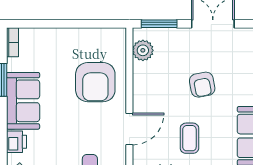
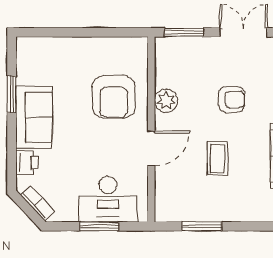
bookcase: (12, 42) -> (22, 53), removed
plant: (143, 50) -> (166, 101), moved
armchair: (202, 85) -> (231, 100), turned -79

